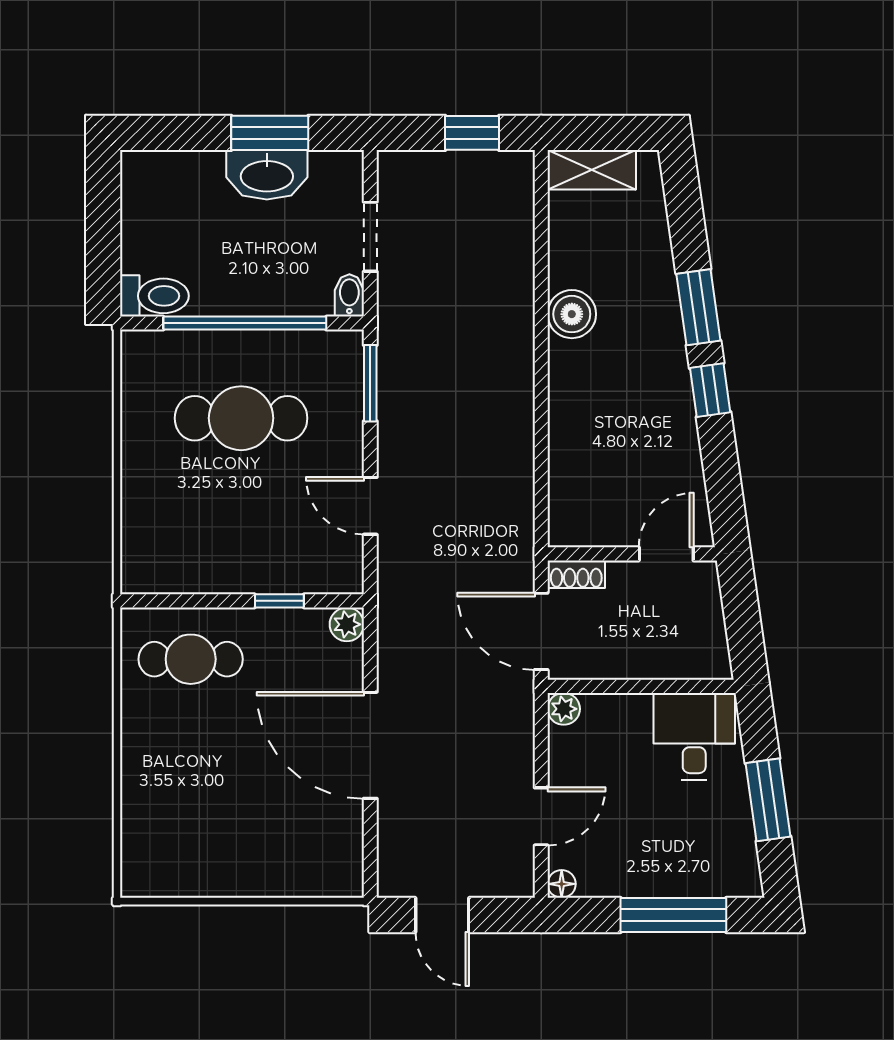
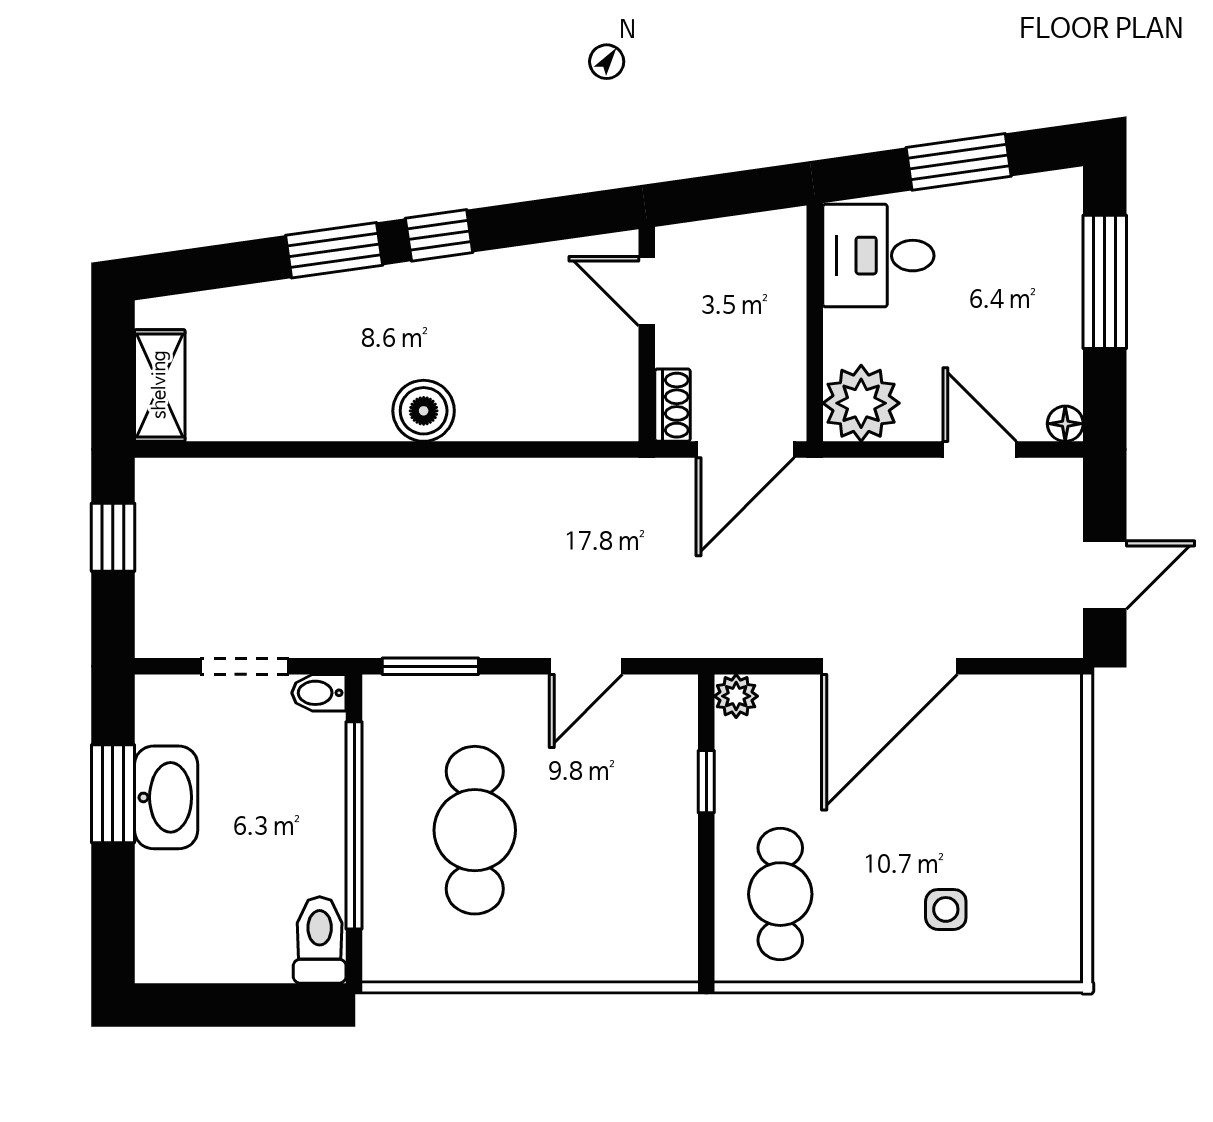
boiler: (572, 314) -> (424, 411), moved
plant: (564, 709) -> (861, 403), width x1.87, depth x1.87
side table: (179, 790) -> (946, 909), added

